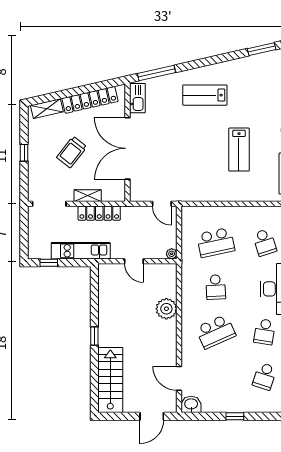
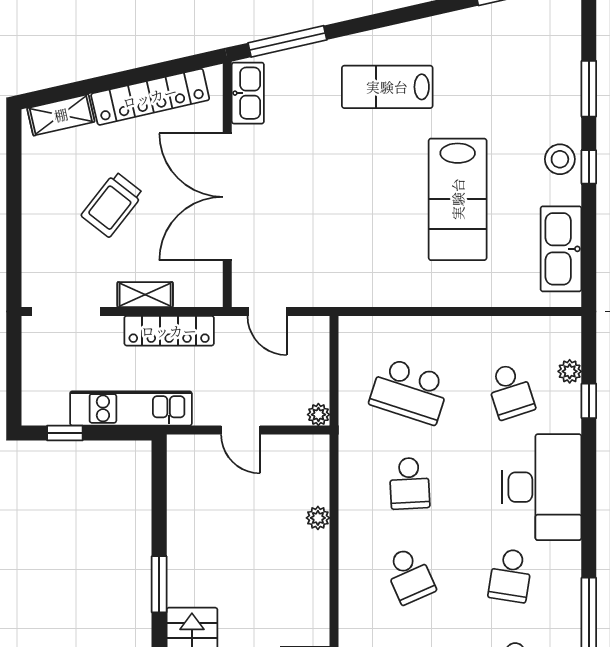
lab bench: (239, 150) -> (458, 199), width x1.36, depth x1.39
window: (24, 153) -> (14, 206), removed
door: (162, 204) -> (267, 311), moved
school desk: (216, 242) -> (409, 391), turned 30
plant: (166, 309) -> (318, 518), width x0.53, depth x0.53
school desk: (216, 332) -> (409, 575), width x0.54
window: (94, 336) -> (159, 584), width x1.50

